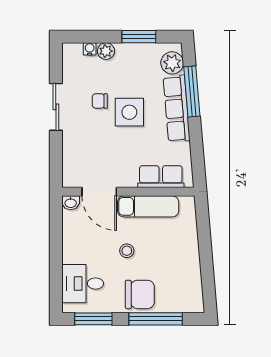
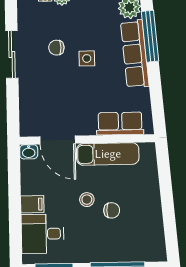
side table: (129, 112) -> (87, 58), width x0.54, depth x0.54
filing cabinet: (73, 254) -> (32, 204), added
chair: (140, 294) -> (112, 210), moved, width x0.54, depth x0.54

